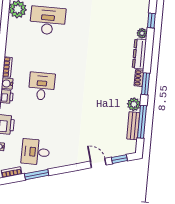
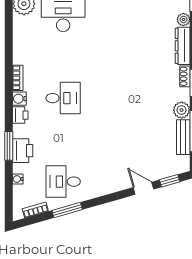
desk: (42, 86) -> (63, 98), turned 90

